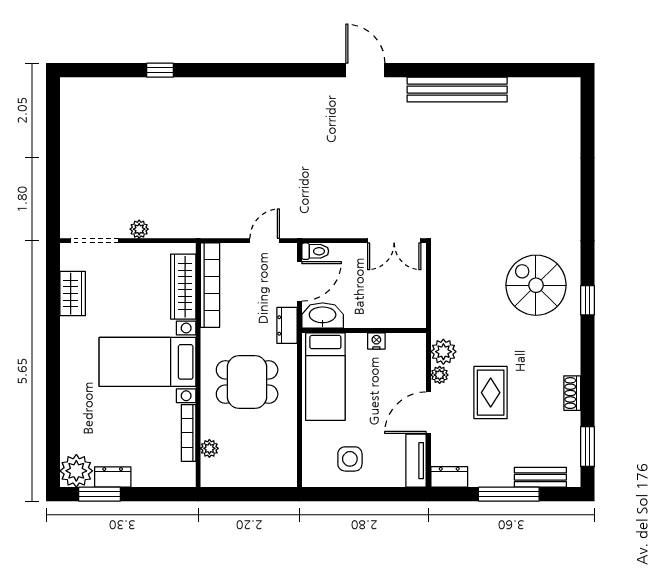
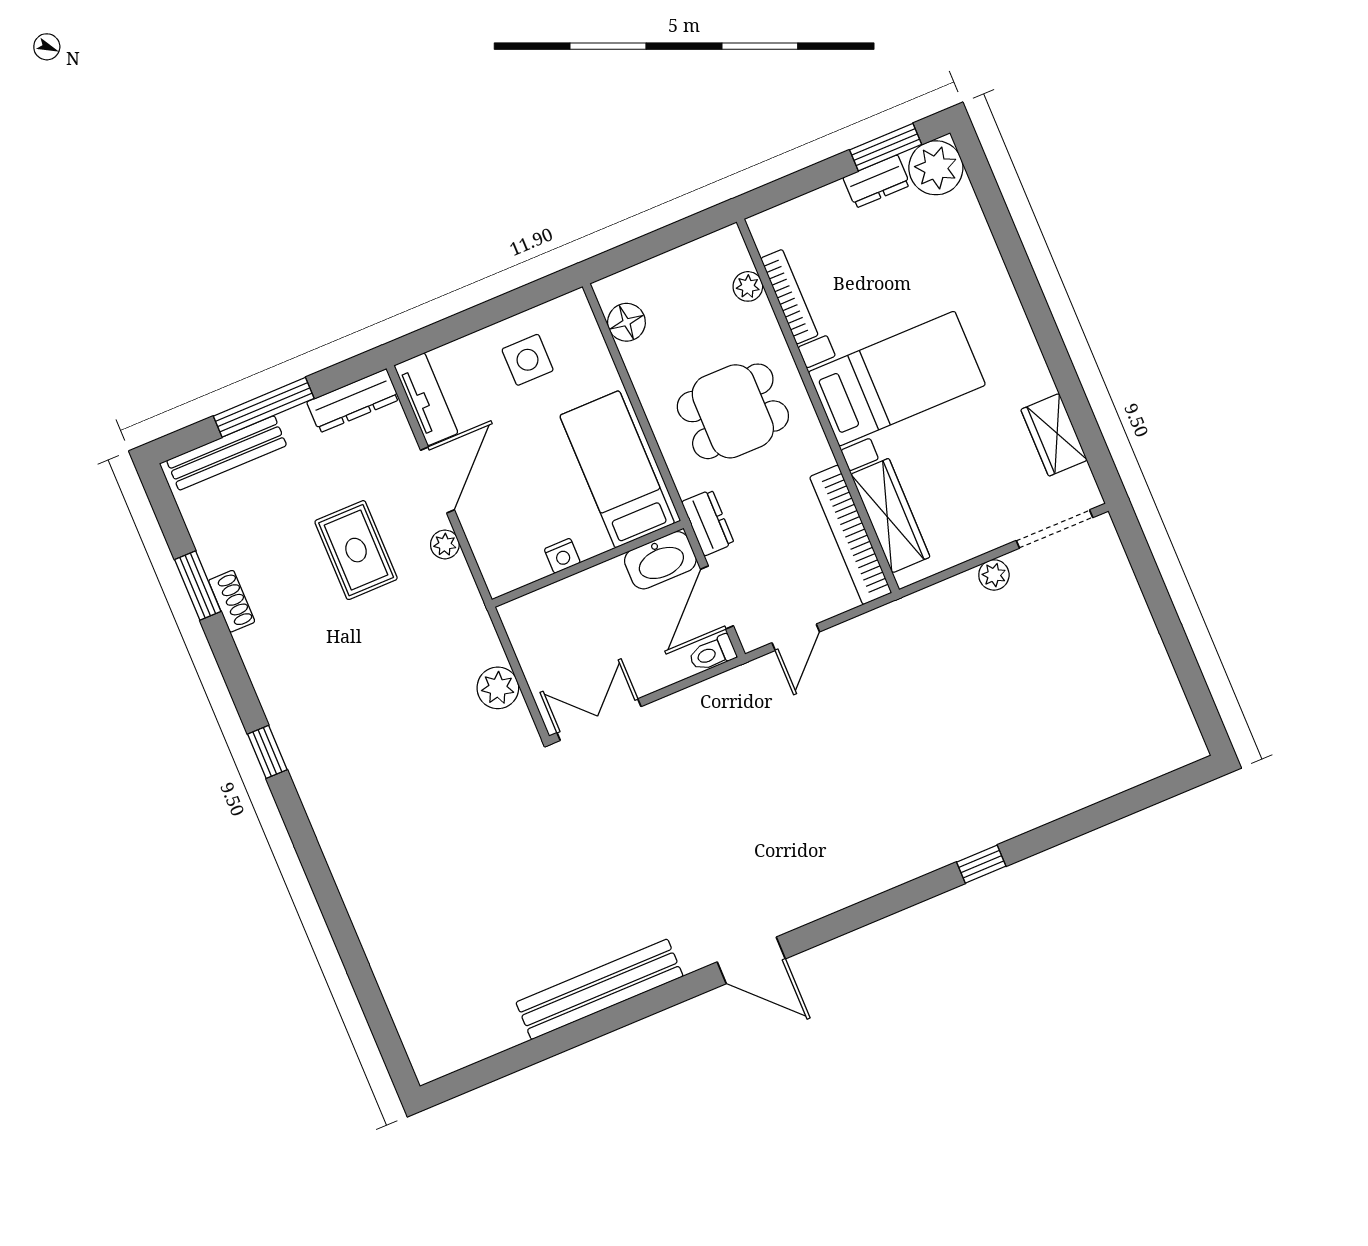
window: (160, 70) -> (981, 864), moved
spiral stairs: (536, 285) -> (355, 742), removed
plant: (443, 352) -> (498, 688), moved
window: (588, 447) -> (198, 586), moved
floor lamp: (286, 457) -> (626, 322), added
dresser: (449, 477) -> (353, 401), width x1.44
bench: (540, 477) -> (227, 453), width x1.36

